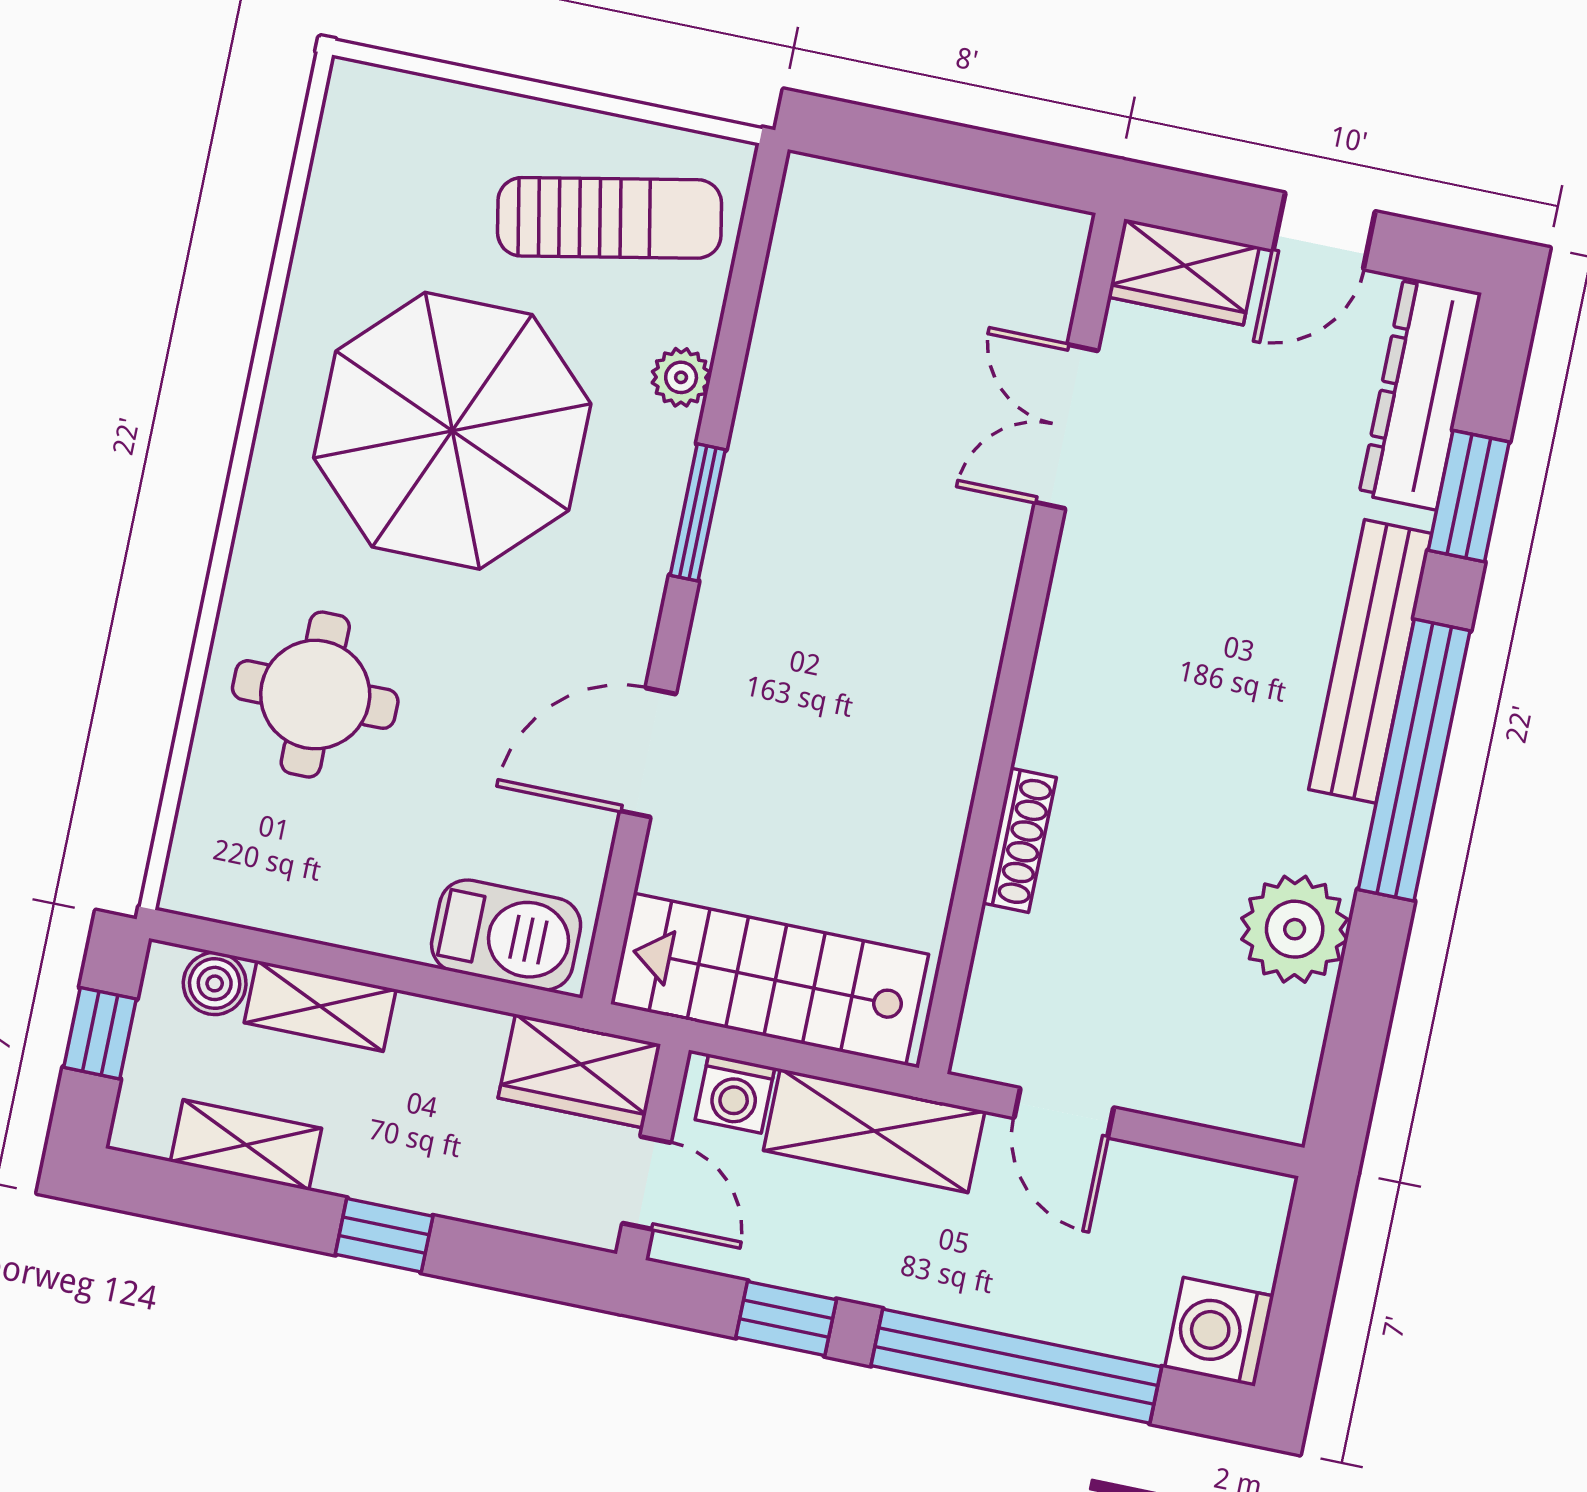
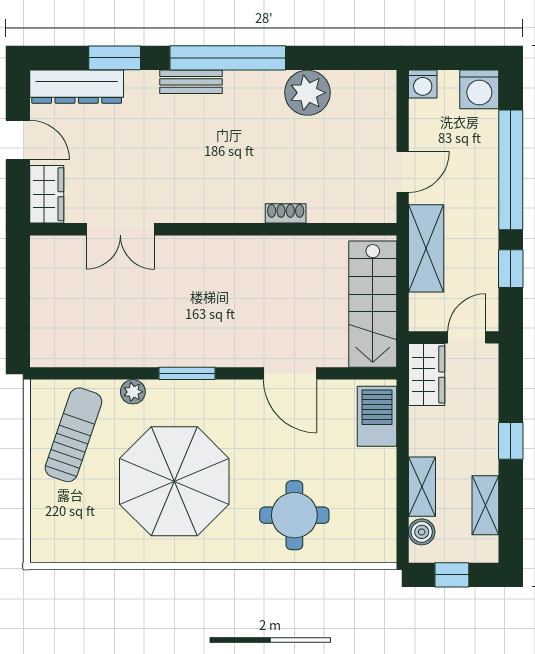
sun lounger: (610, 218) -> (73, 435), turned 30
bench: (1370, 661) -> (191, 82), width x0.54, depth x0.82
shoe rack: (1019, 840) -> (286, 213), width x0.70
washing machine: (735, 1094) -> (423, 84), moved, turned 90

